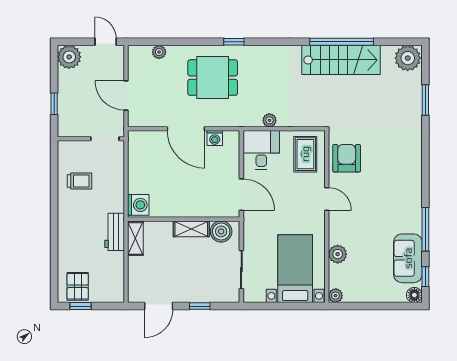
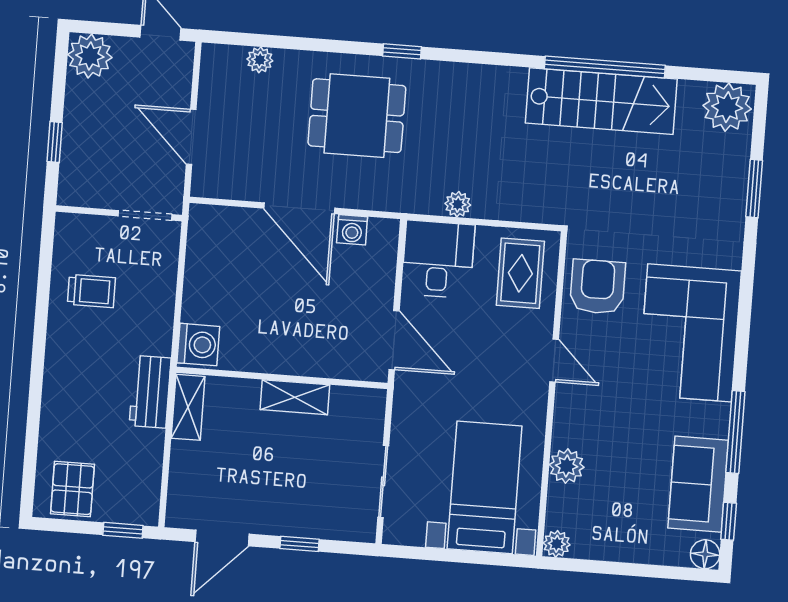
corner sofa: (397, 179) -> (690, 333), added
boiler: (221, 231) -> (351, 407), removed
window: (80, 306) -> (123, 530), moved

